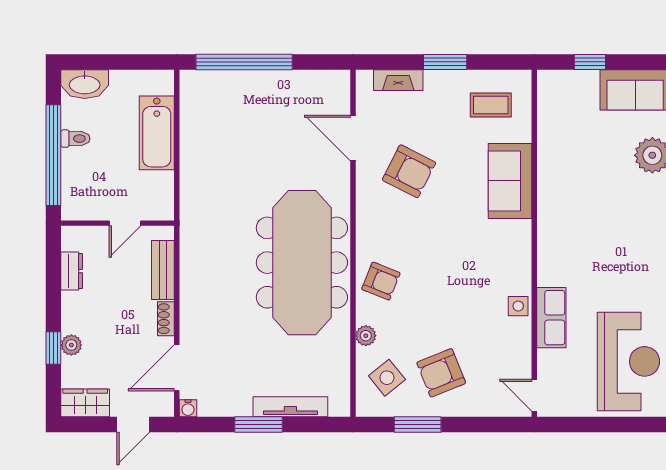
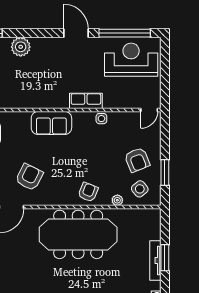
sofa: (510, 181) -> (51, 123), moved
row of seats: (551, 318) -> (86, 101), moved
tv unit: (290, 407) -> (155, 260), moved

